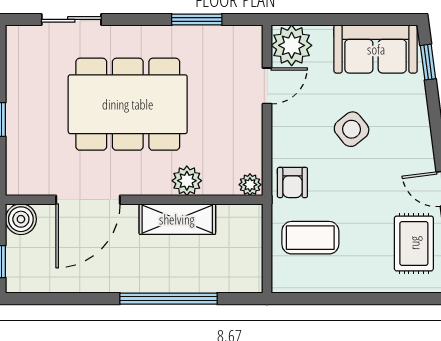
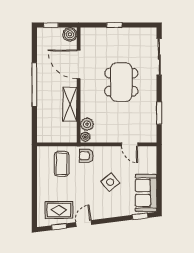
sliding door: (71, 19) -> (159, 57), width x1.37
plant: (292, 45) -> (148, 155), removed
dining table: (128, 104) -> (121, 82), width x0.73, depth x0.80
plant: (187, 181) -> (87, 124), moved
window: (168, 299) -> (34, 85), moved

